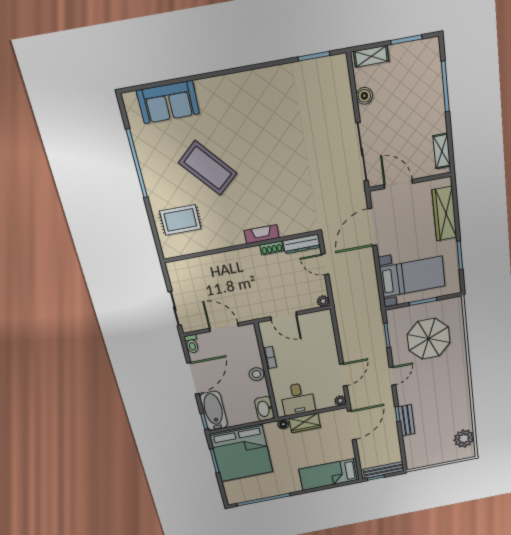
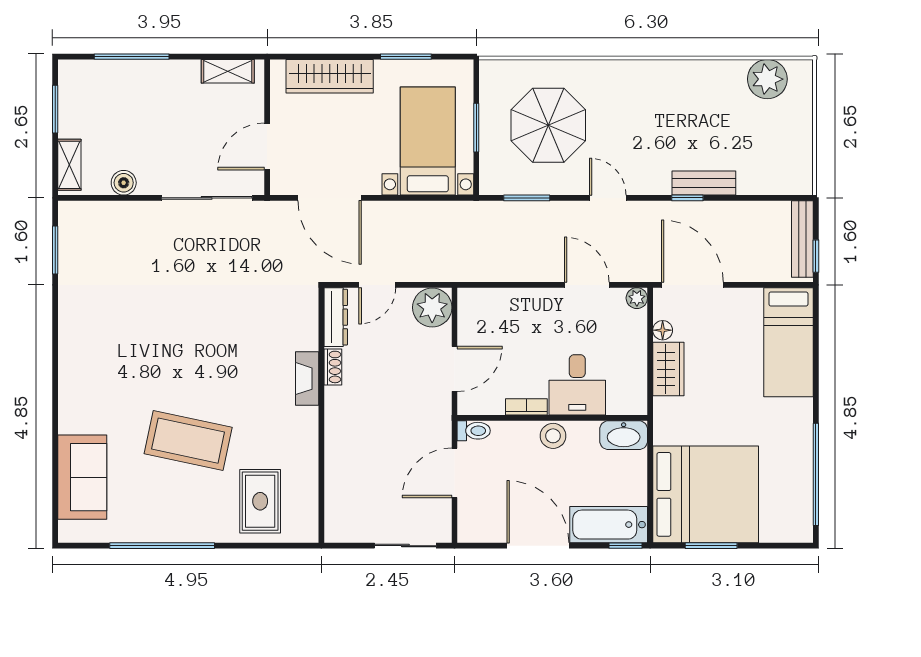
coffee table: (208, 168) -> (188, 441), turned 53
plant: (323, 301) -> (432, 307), width x1.87, depth x1.87
toilet: (192, 344) -> (474, 431), moved
desk: (298, 399) -> (577, 385), moved, turned 90
floor lamp: (283, 424) -> (663, 330), moved

